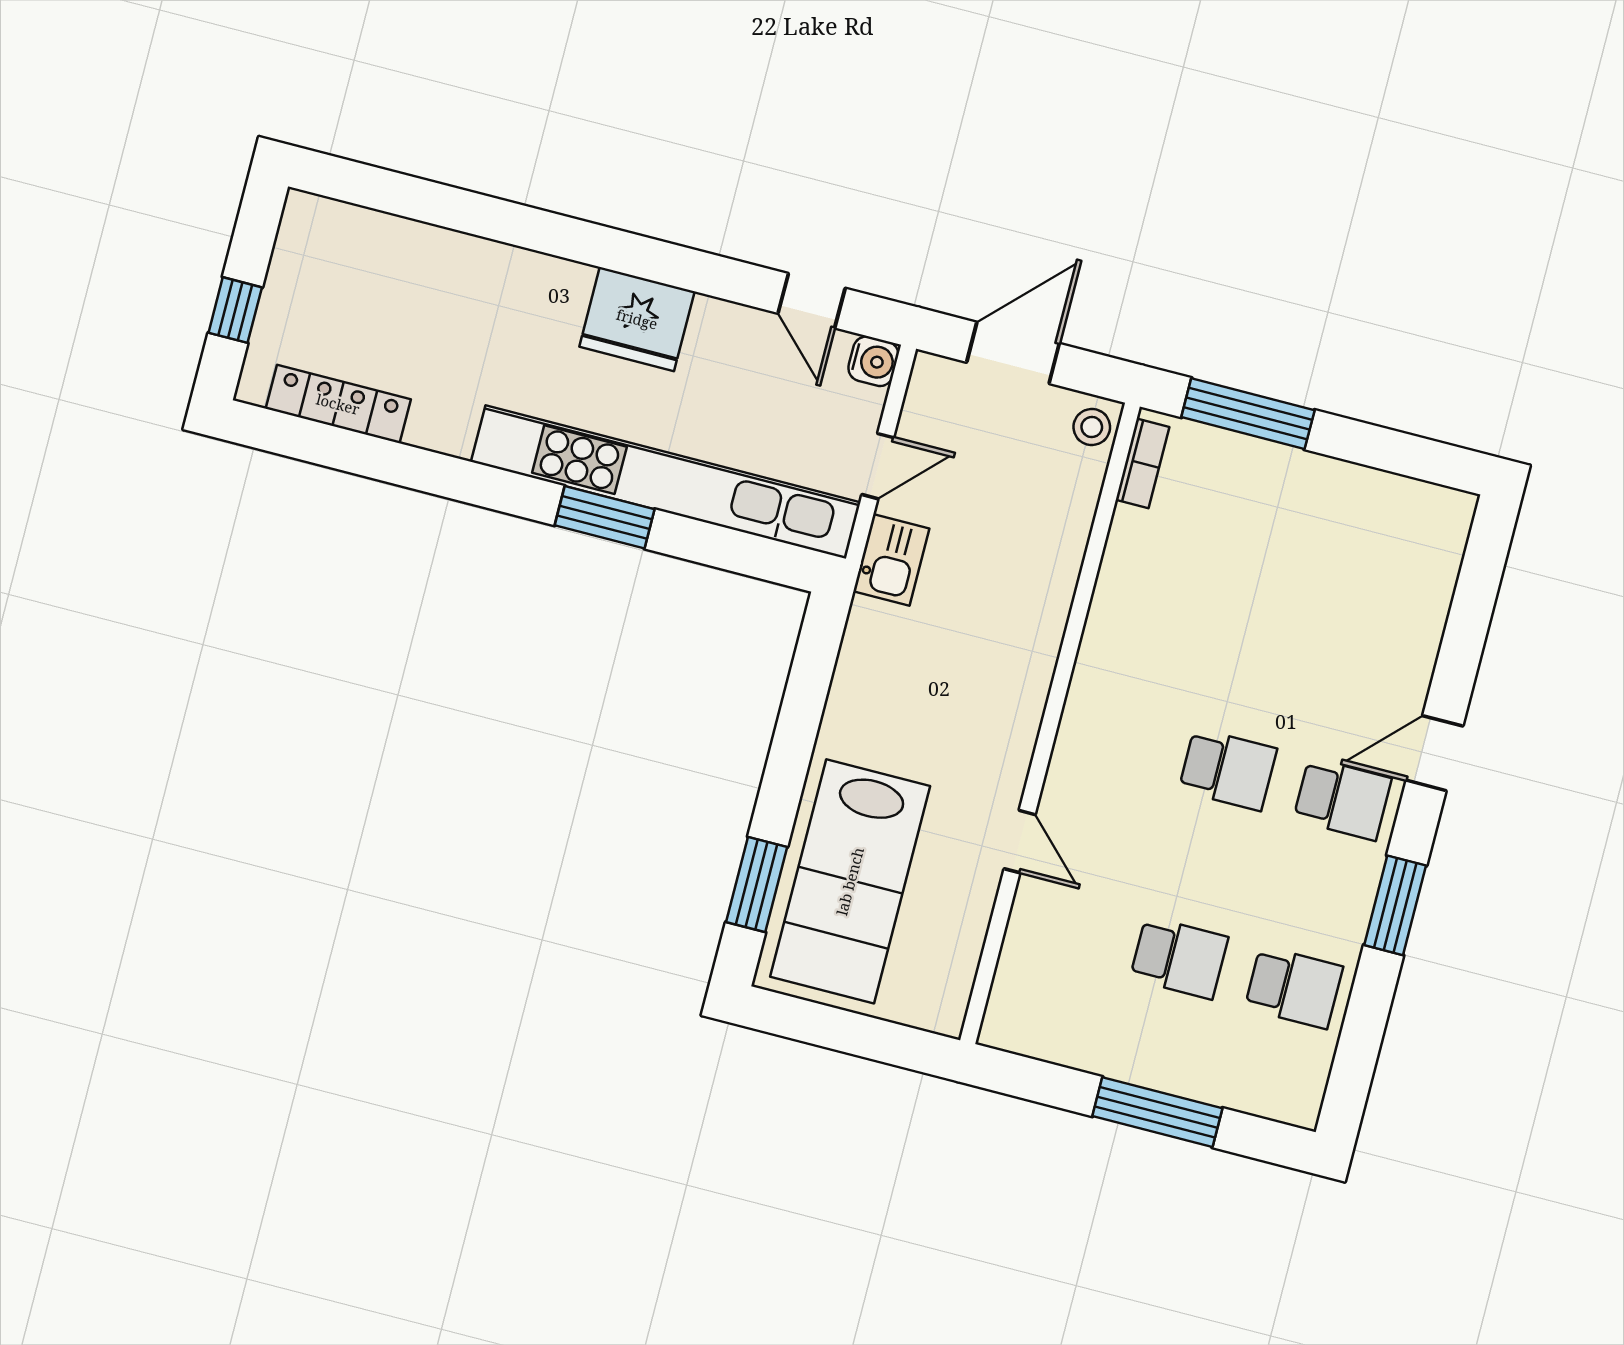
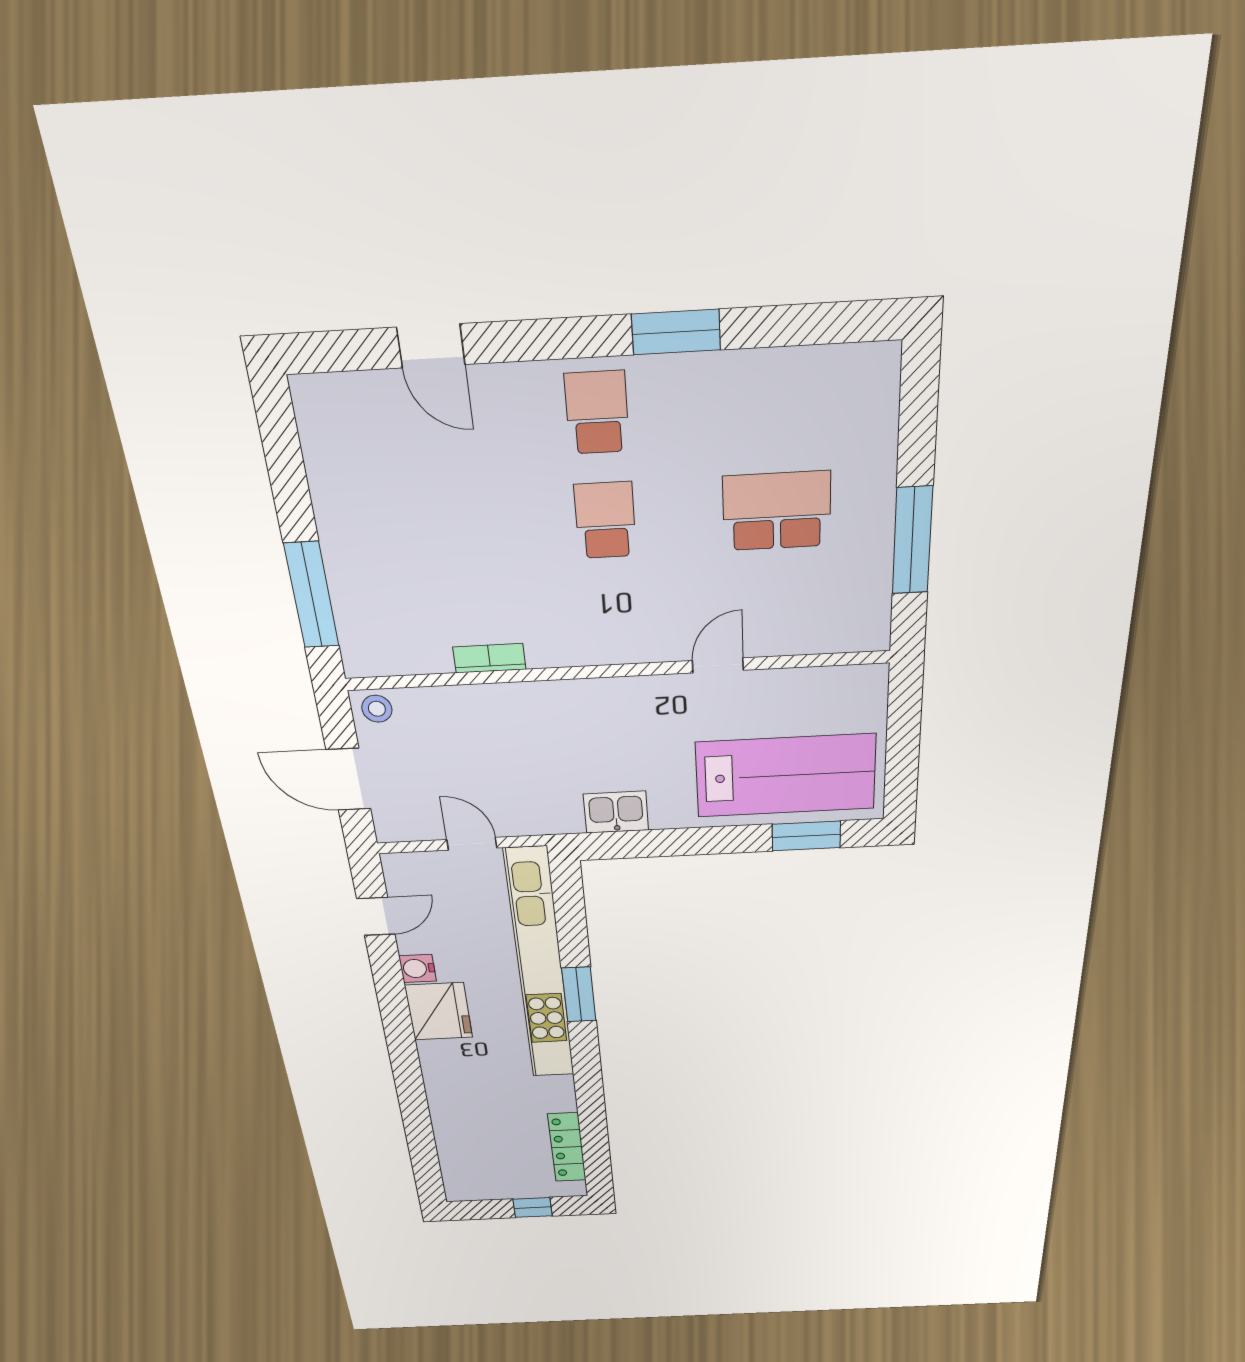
water cooler: (873, 361) -> (418, 968), moved, turned -90
bookcase: (1143, 463) -> (489, 658), moved
kitchen sink: (891, 560) -> (616, 812), moved
door: (1434, 753) -> (431, 346), moved
school desk: (1179, 958) -> (777, 511), width x1.85
school desk: (1294, 987) -> (776, 403), removed
window: (1157, 1112) -> (912, 541), moved

